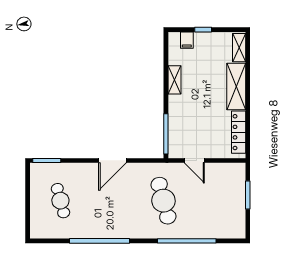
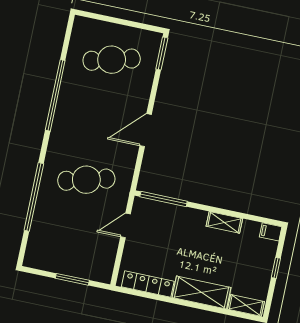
filing cabinet: (187, 40) -> (271, 232), moved
door: (112, 160) -> (146, 130), hinge flipped
cafe table: (60, 201) -> (112, 60), width x1.37, depth x1.35

